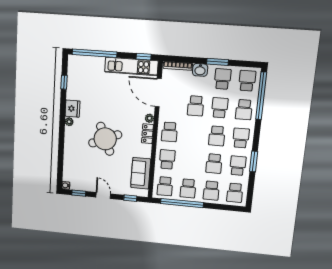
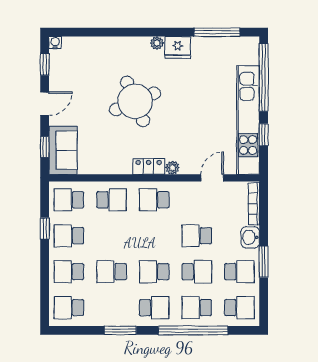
window: (144, 57) -> (264, 135), moved
kitchen unit: (131, 66) -> (248, 120), width x1.36
window: (64, 82) -> (217, 32), width x2.17
door: (158, 93) -> (212, 178), width x0.53
window: (261, 96) -> (193, 330), moved
school desk: (238, 166) -> (112, 308), removed
sofa: (141, 173) -> (63, 150), moved, turned 90
window: (182, 203) -> (45, 228), width x0.32

